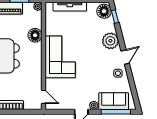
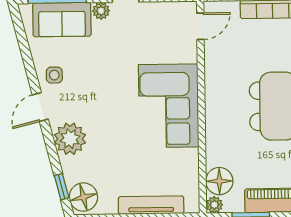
floor lamp: (35, 35) -> (219, 181), moved
door: (44, 97) -> (200, 26), swing flipped

